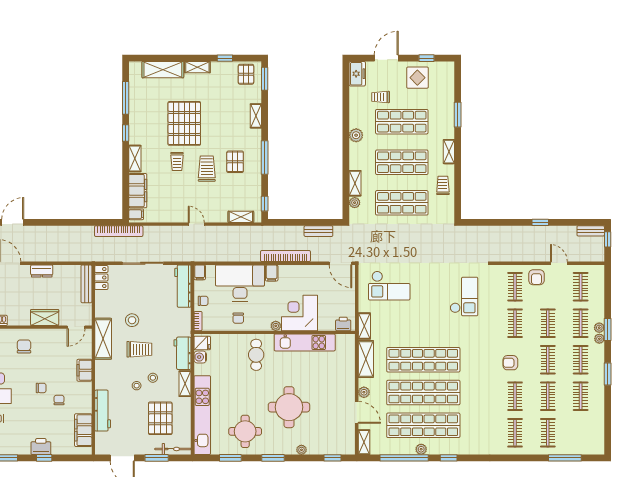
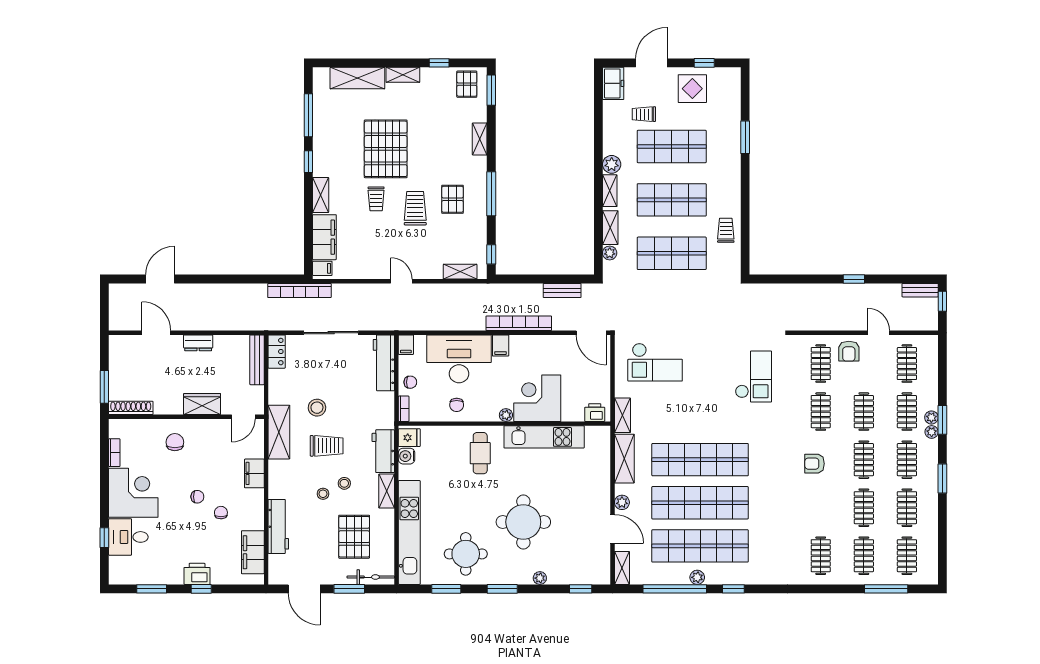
shelving: (449, 152) -> (610, 191), moved
clothes rail: (515, 396) -> (907, 556), moved

